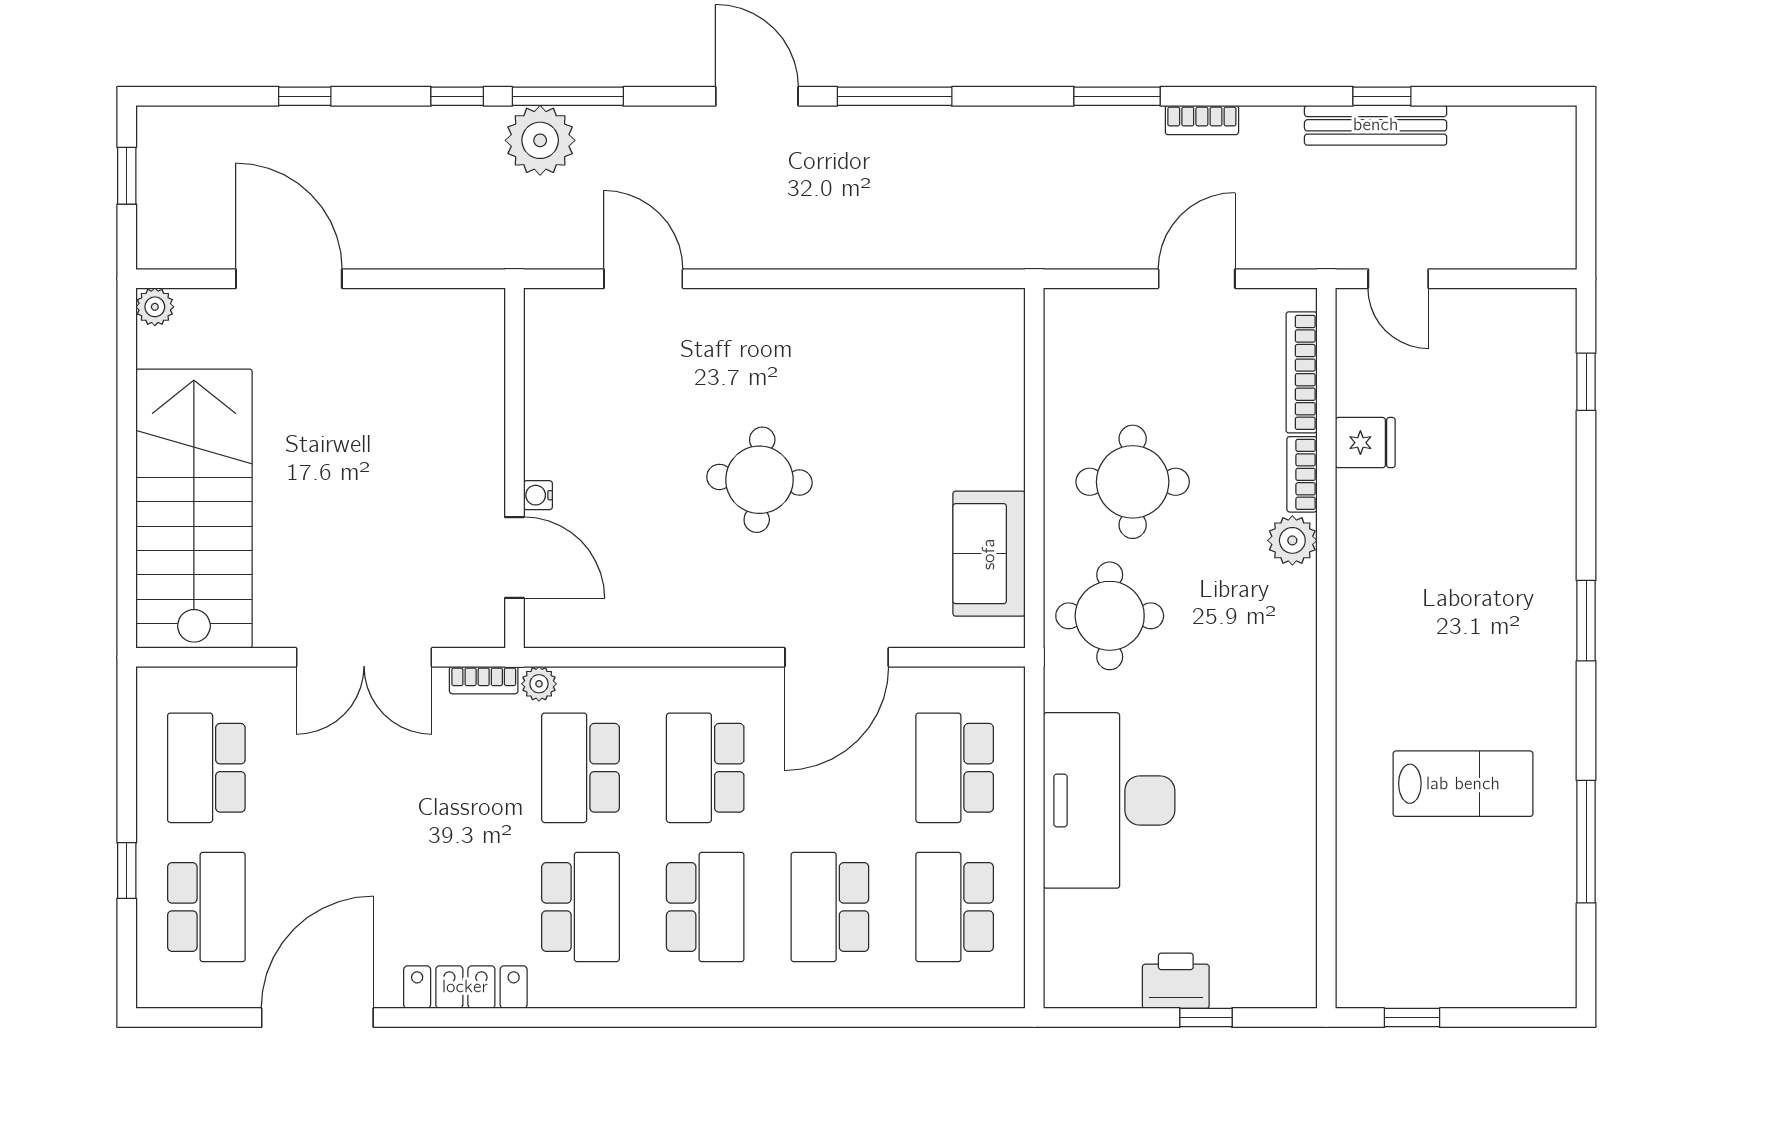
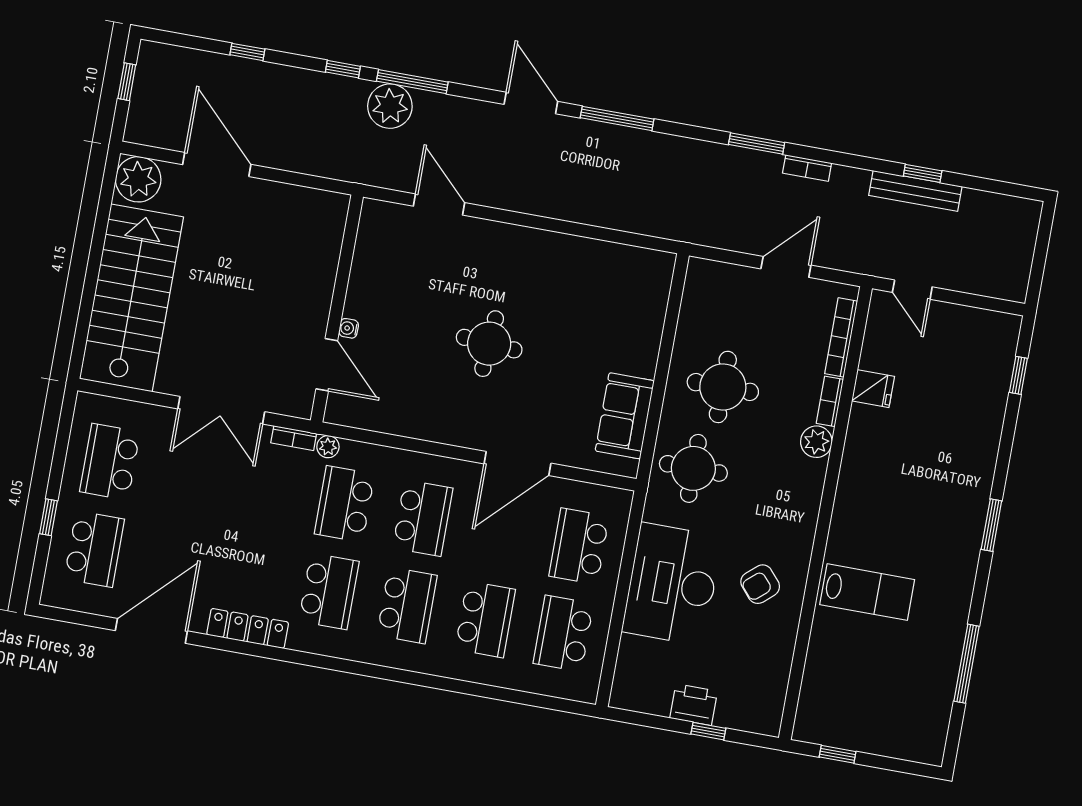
plant: (155, 307) -> (138, 179), width x1.88, depth x1.88
school desk: (705, 768) -> (423, 518), turned 180
armchair: (1245, 776) -> (760, 584), added
lab bench: (1463, 784) -> (867, 592), moved
school desk: (830, 907) -> (485, 619), turned 180

